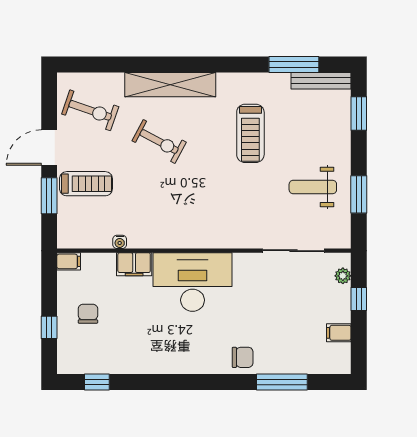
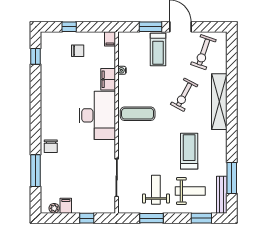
weight bench: (315, 131) -> (190, 191), added
treadmill: (250, 133) -> (189, 151), turned 90
exercise mat: (190, 217) -> (138, 114), added
plant: (343, 276) -> (54, 208), moved

